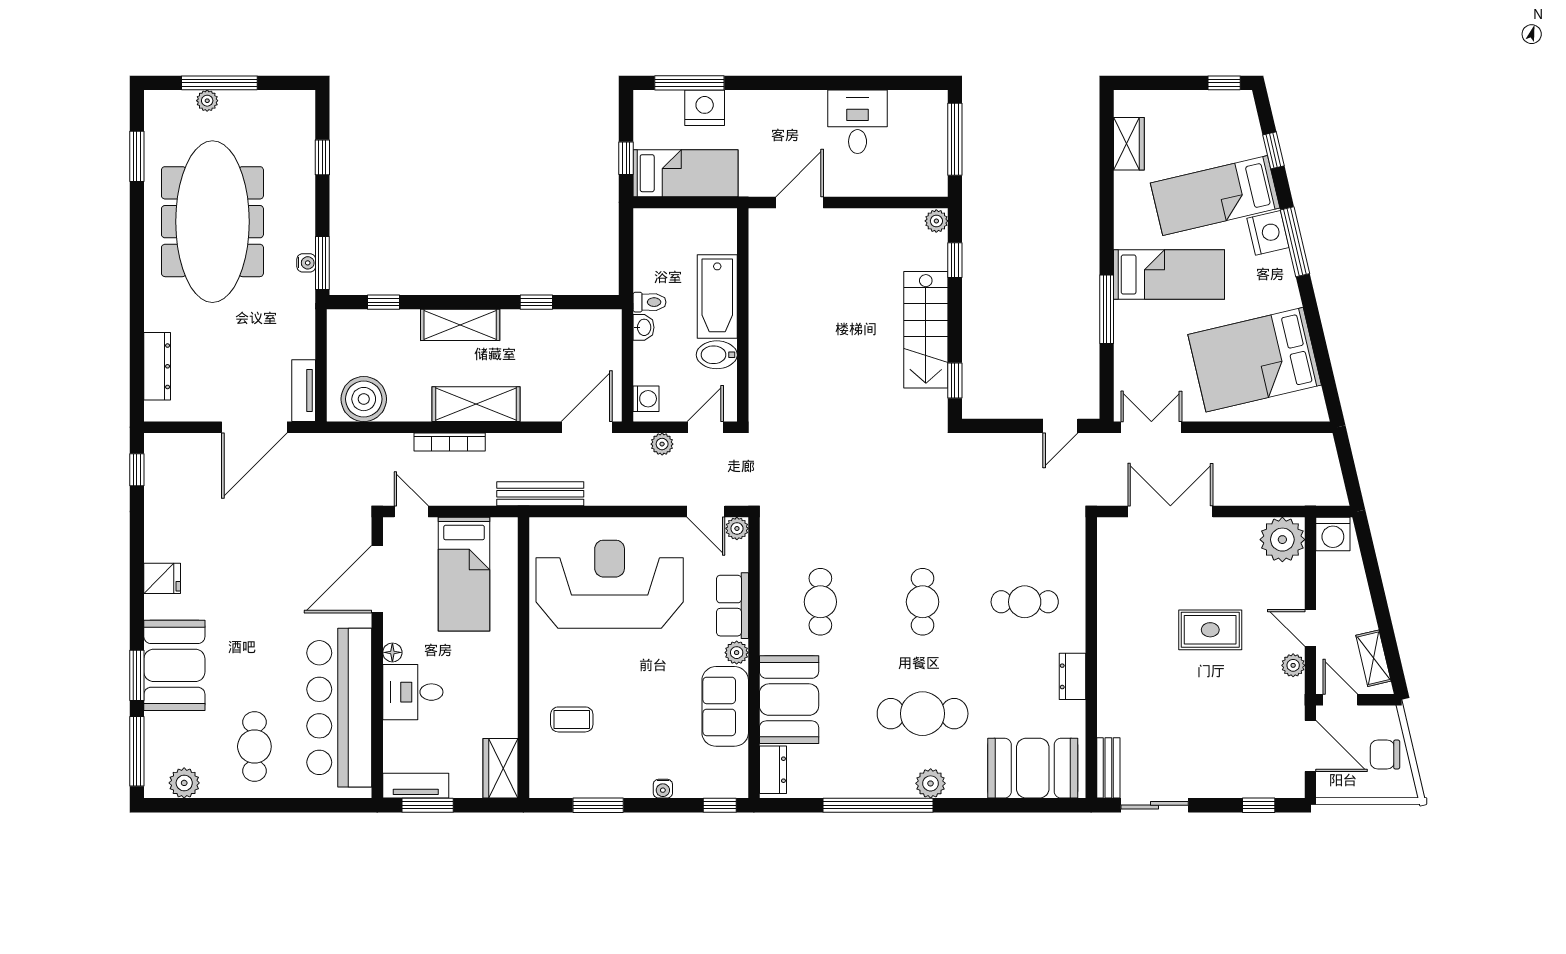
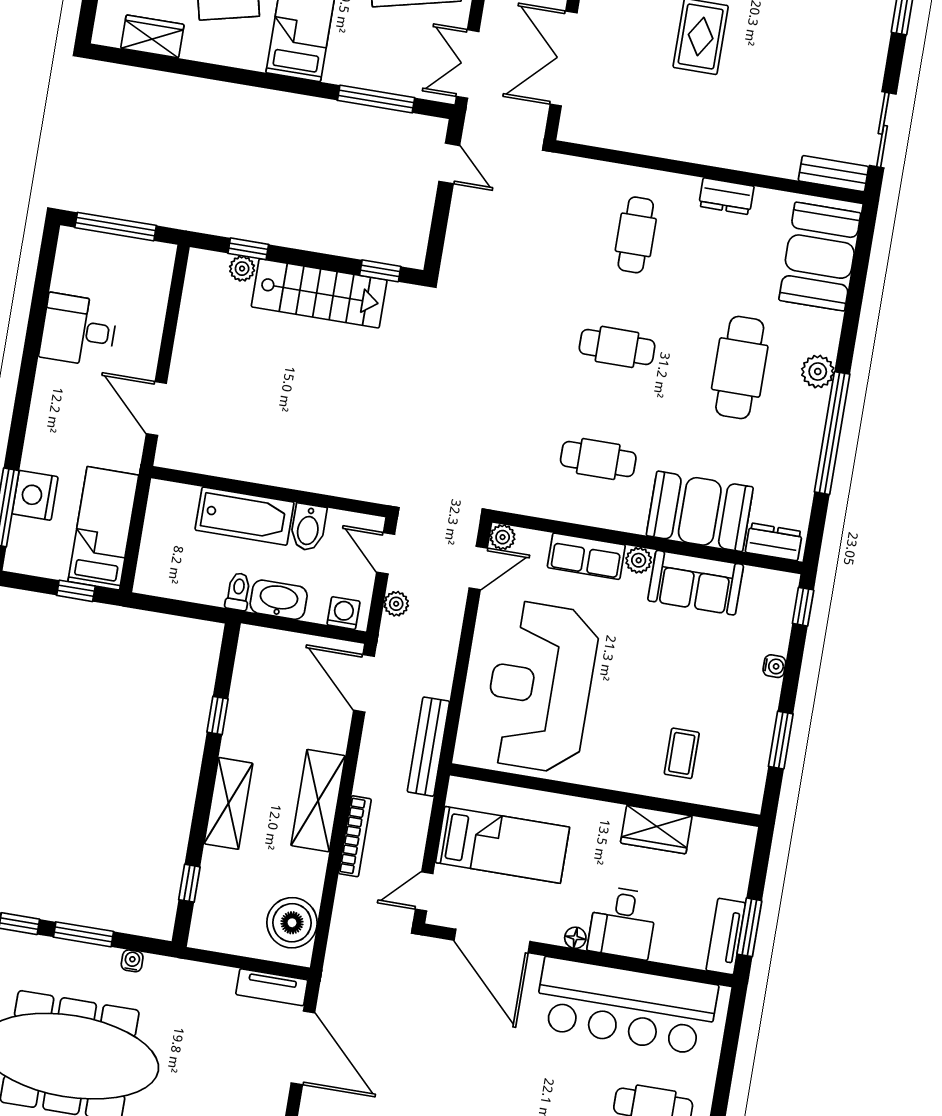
plant: (936, 221) -> (242, 269), moved
window: (322, 263) -> (83, 934), moved
window: (1107, 309) -> (376, 99), moved
washbasin: (643, 327) -> (279, 600), width x1.91, depth x1.45
wardrobe: (500, 768) -> (656, 829), moved

